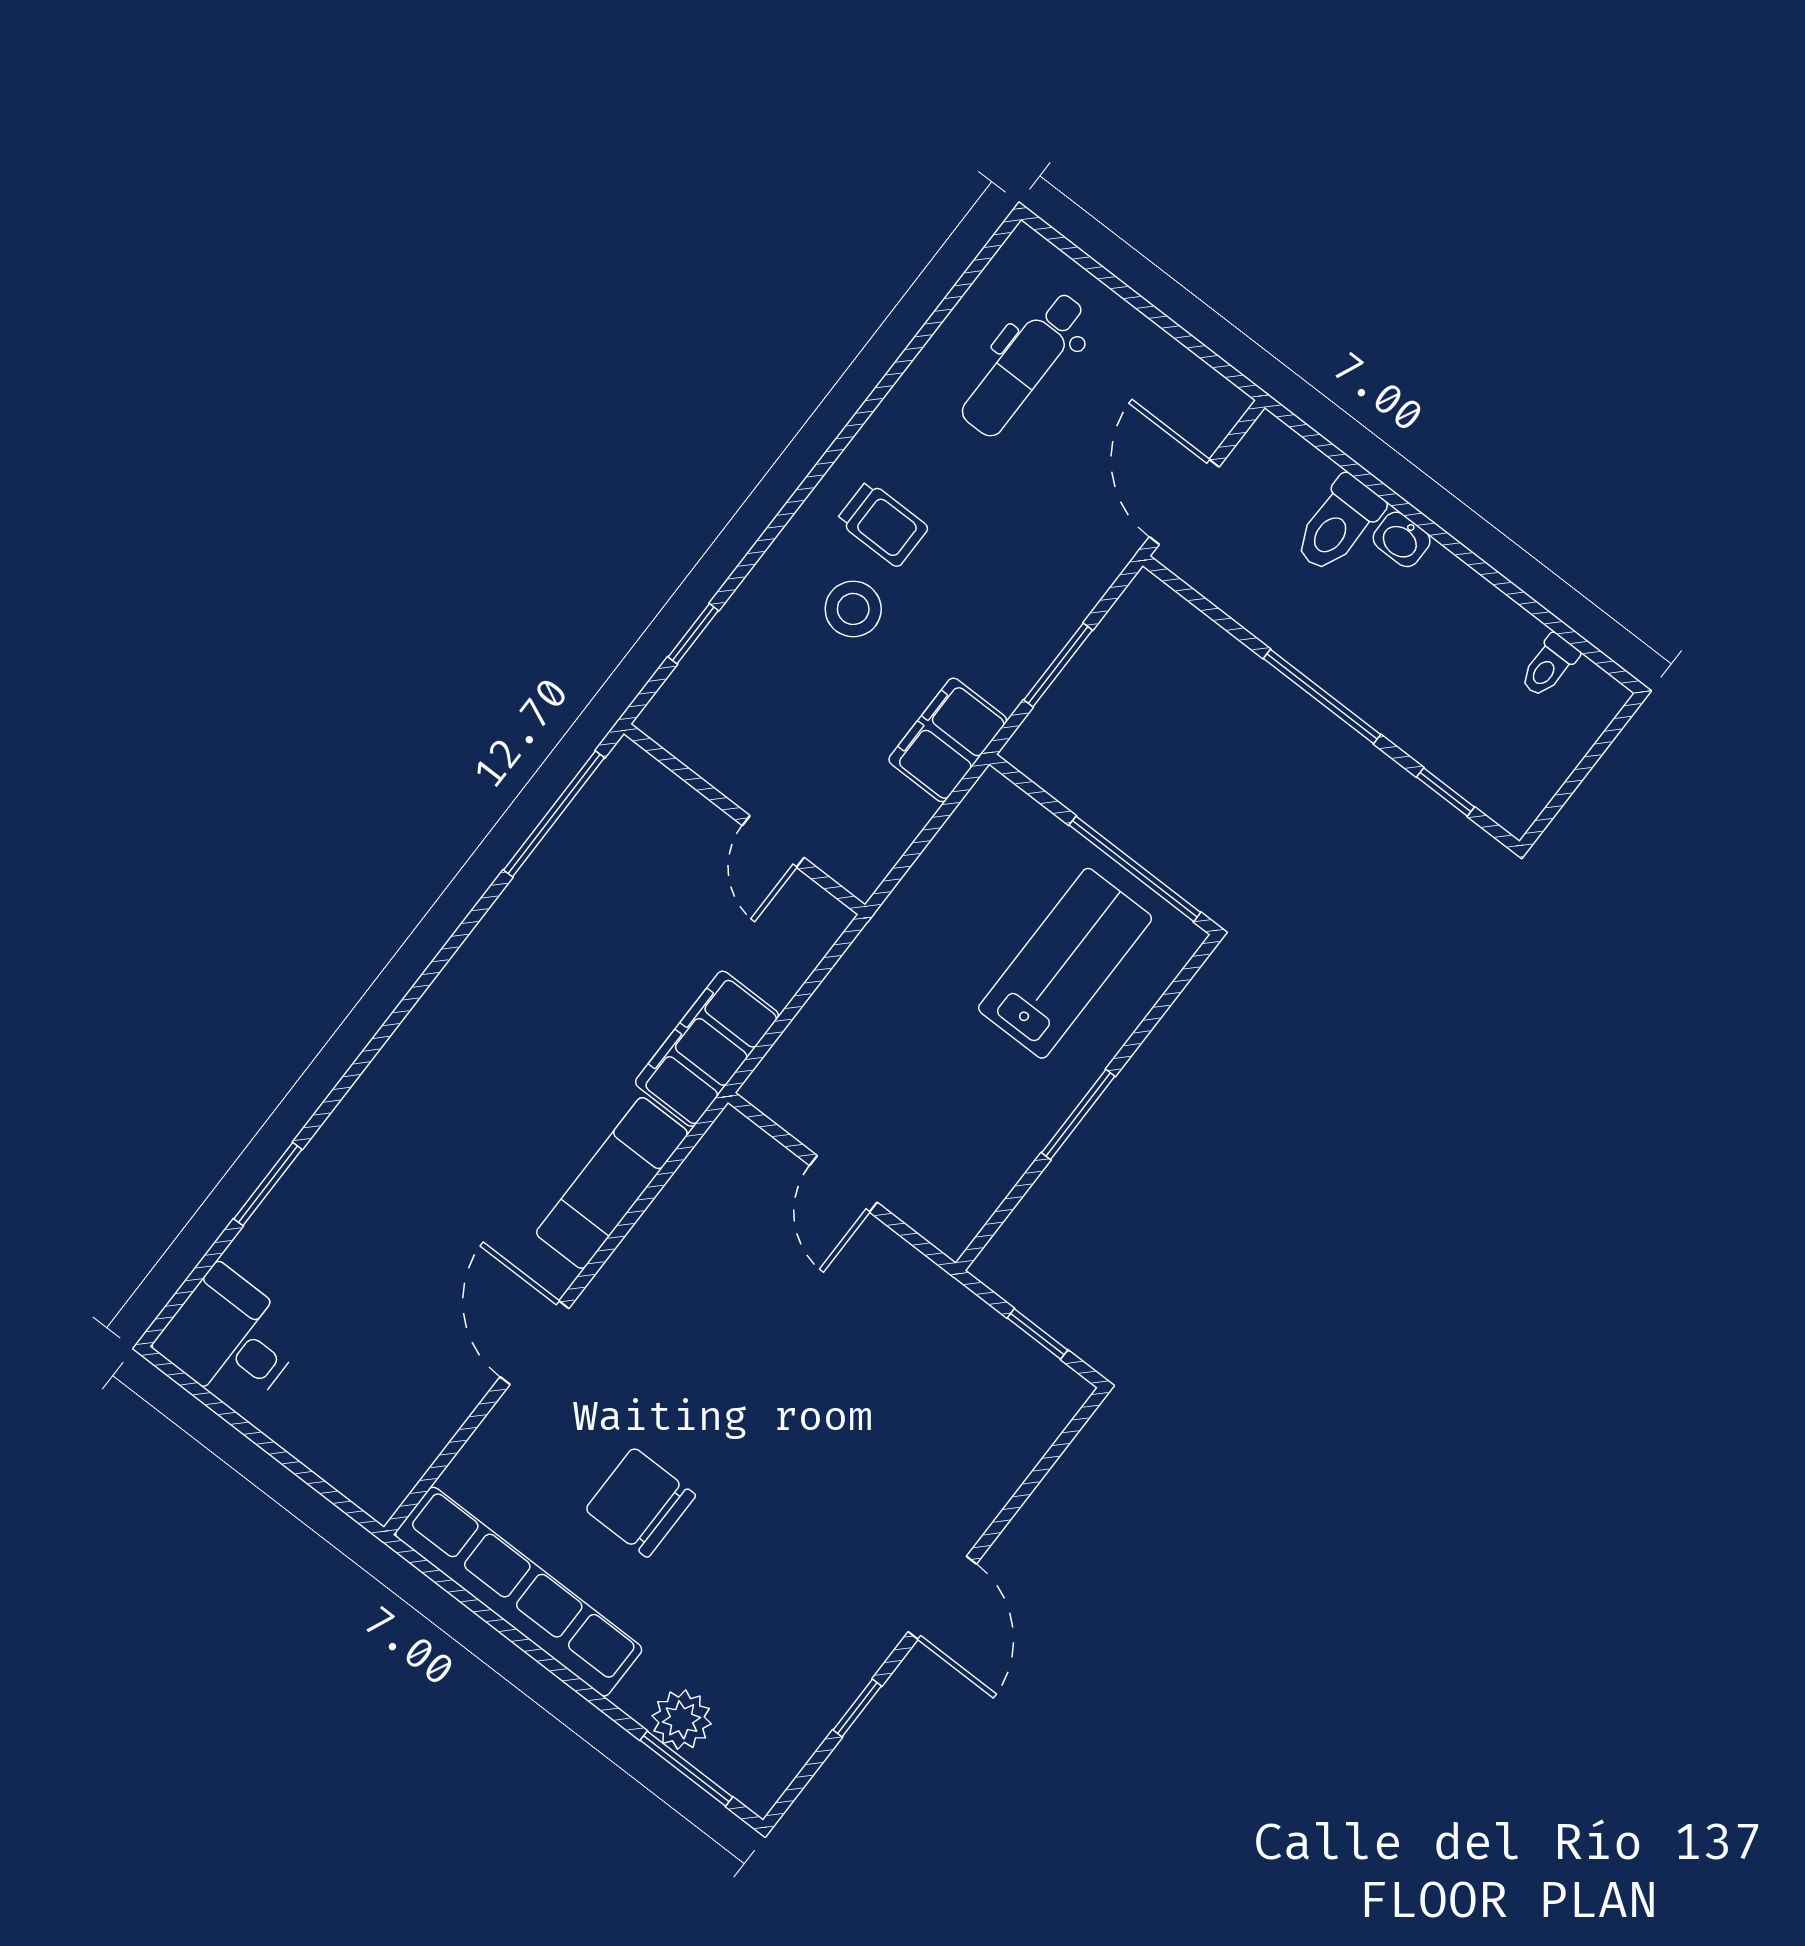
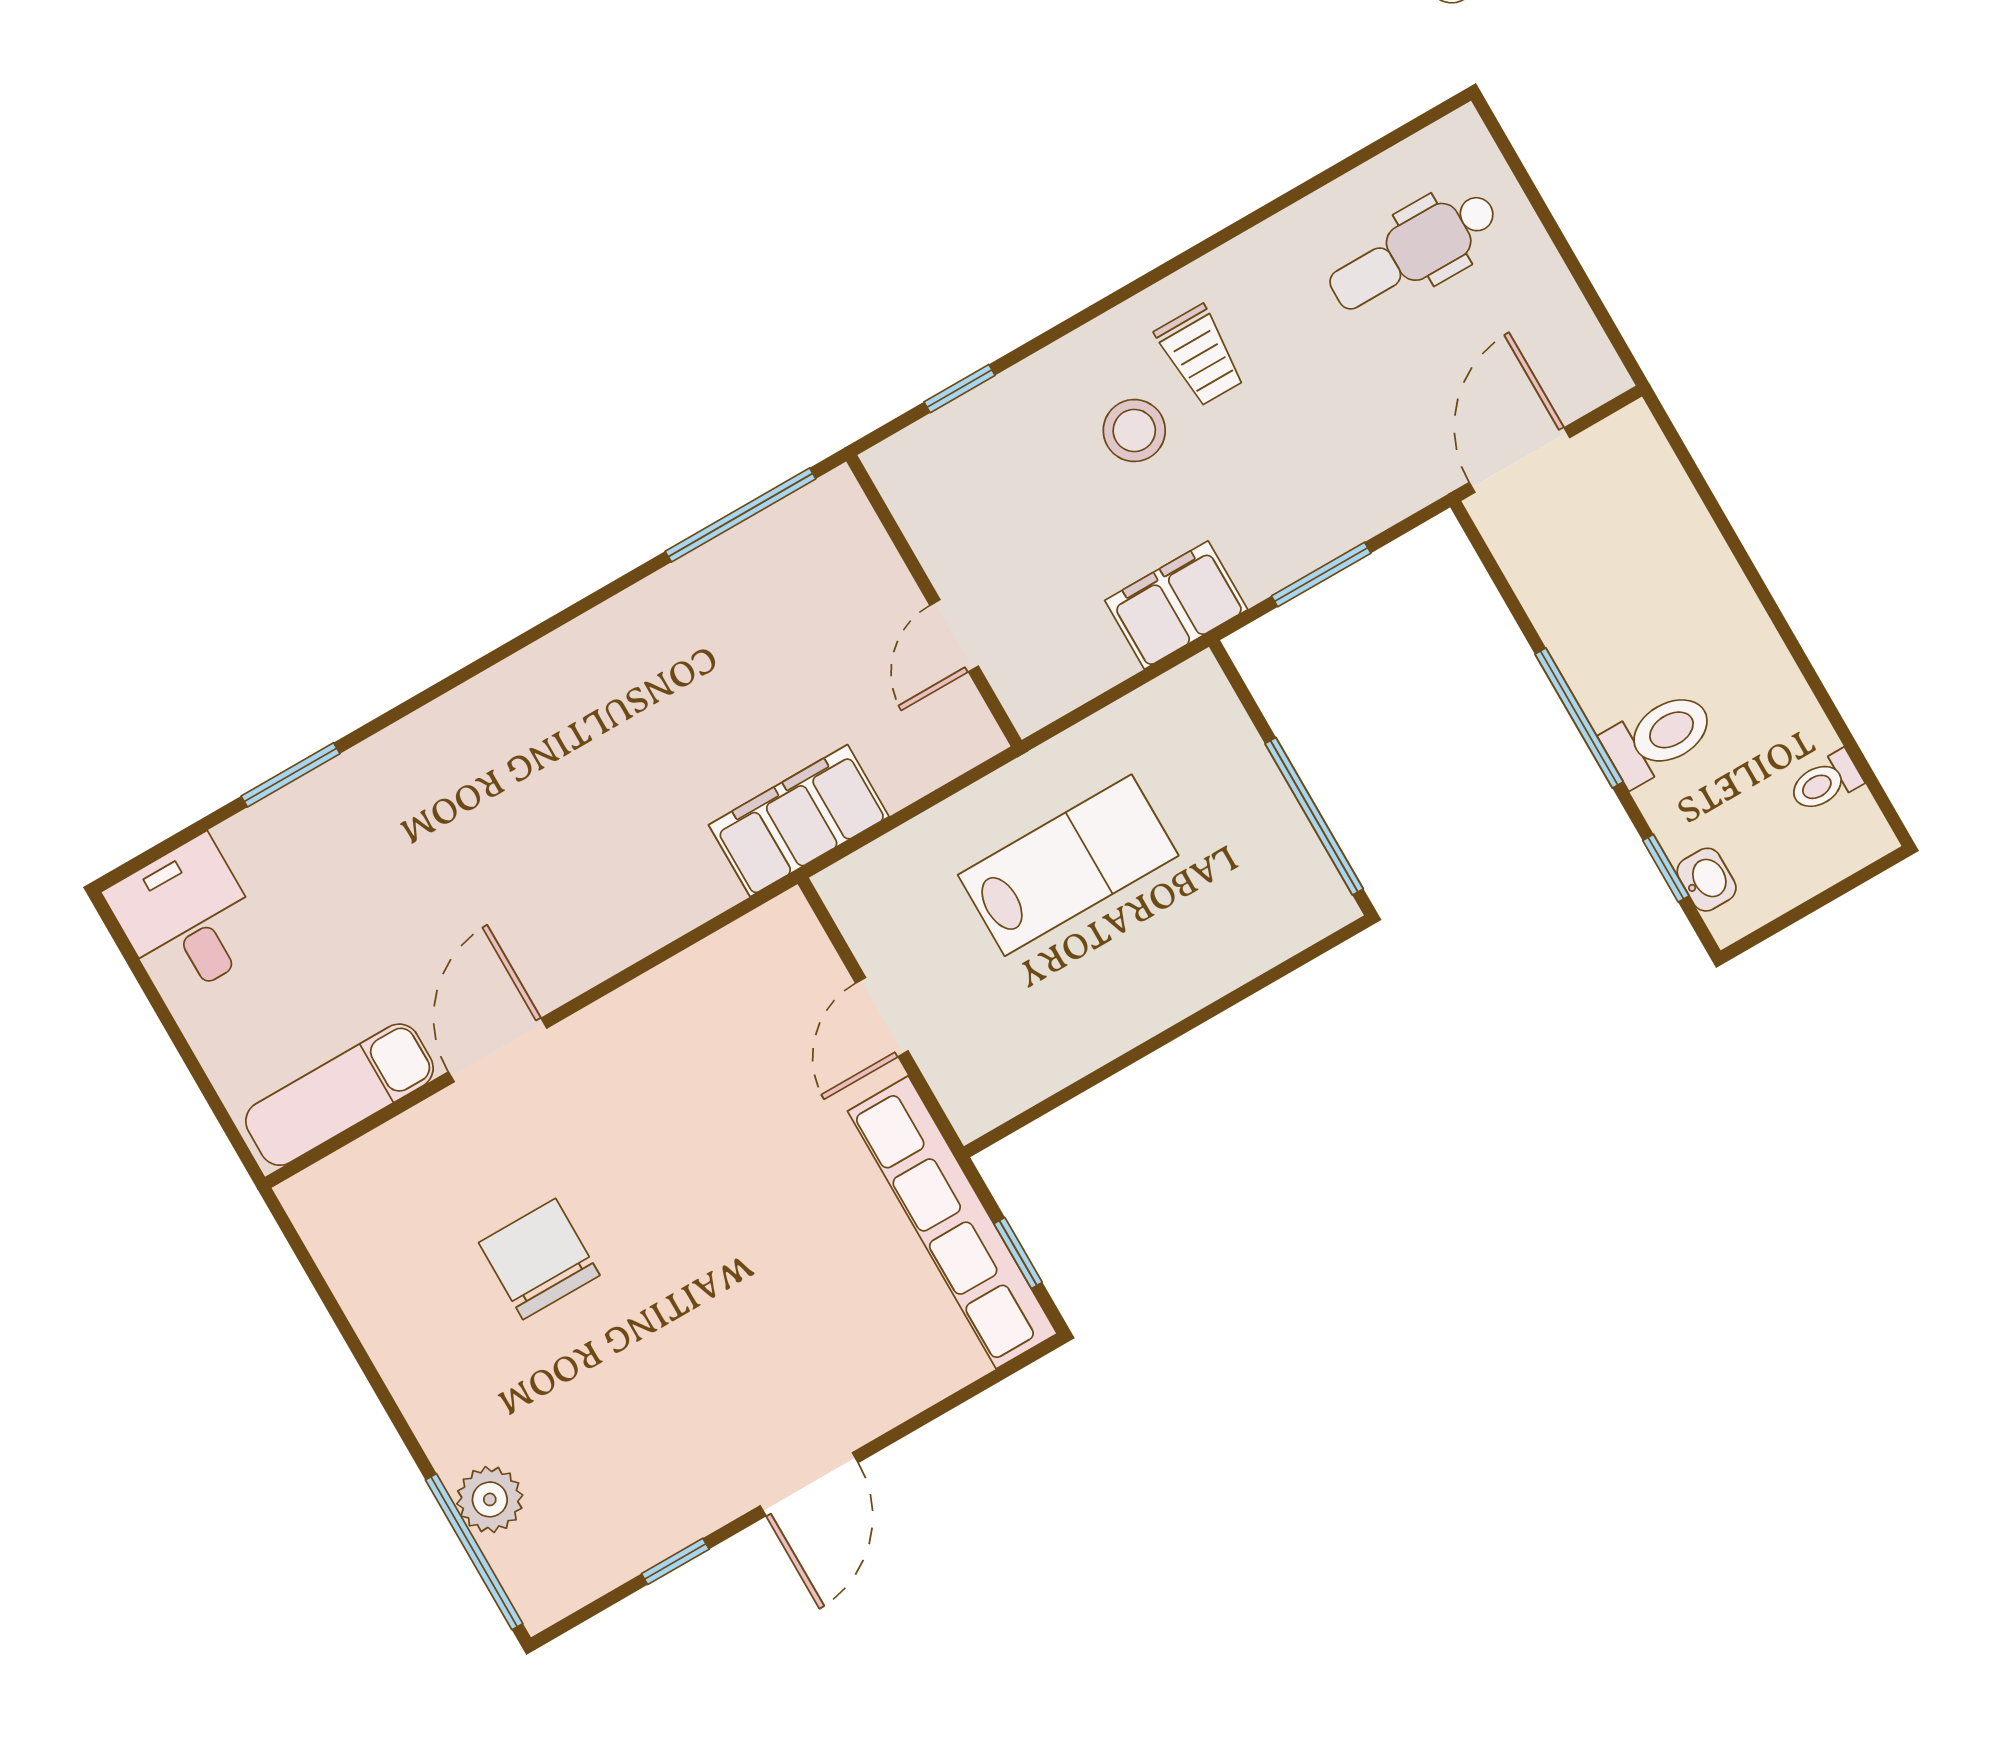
toilet: (1338, 524) -> (1659, 737), moved, turned 180
washbasin: (1402, 539) -> (1707, 880), moved, turned 180
lab bench: (1065, 963) -> (1068, 865), moved
window: (1078, 1114) -> (1153, 1045), removed
exam couch: (612, 1183) -> (340, 1095), moved
row of seats: (519, 1592) -> (952, 1222), moved, turned 180
window: (686, 1769) -> (474, 1552), width x1.44

